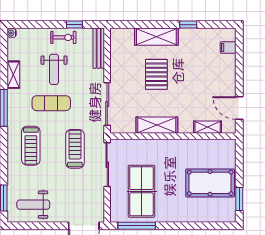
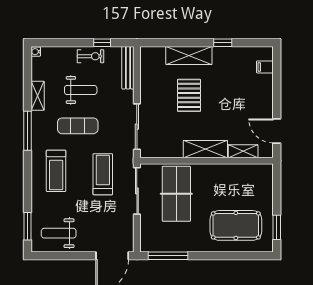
weight bench: (54, 69) -> (81, 90), turned -90
shelving: (157, 125) -> (205, 149), moved
pool table: (210, 183) -> (236, 225), moved
table tennis table: (142, 191) -> (176, 194), moved

